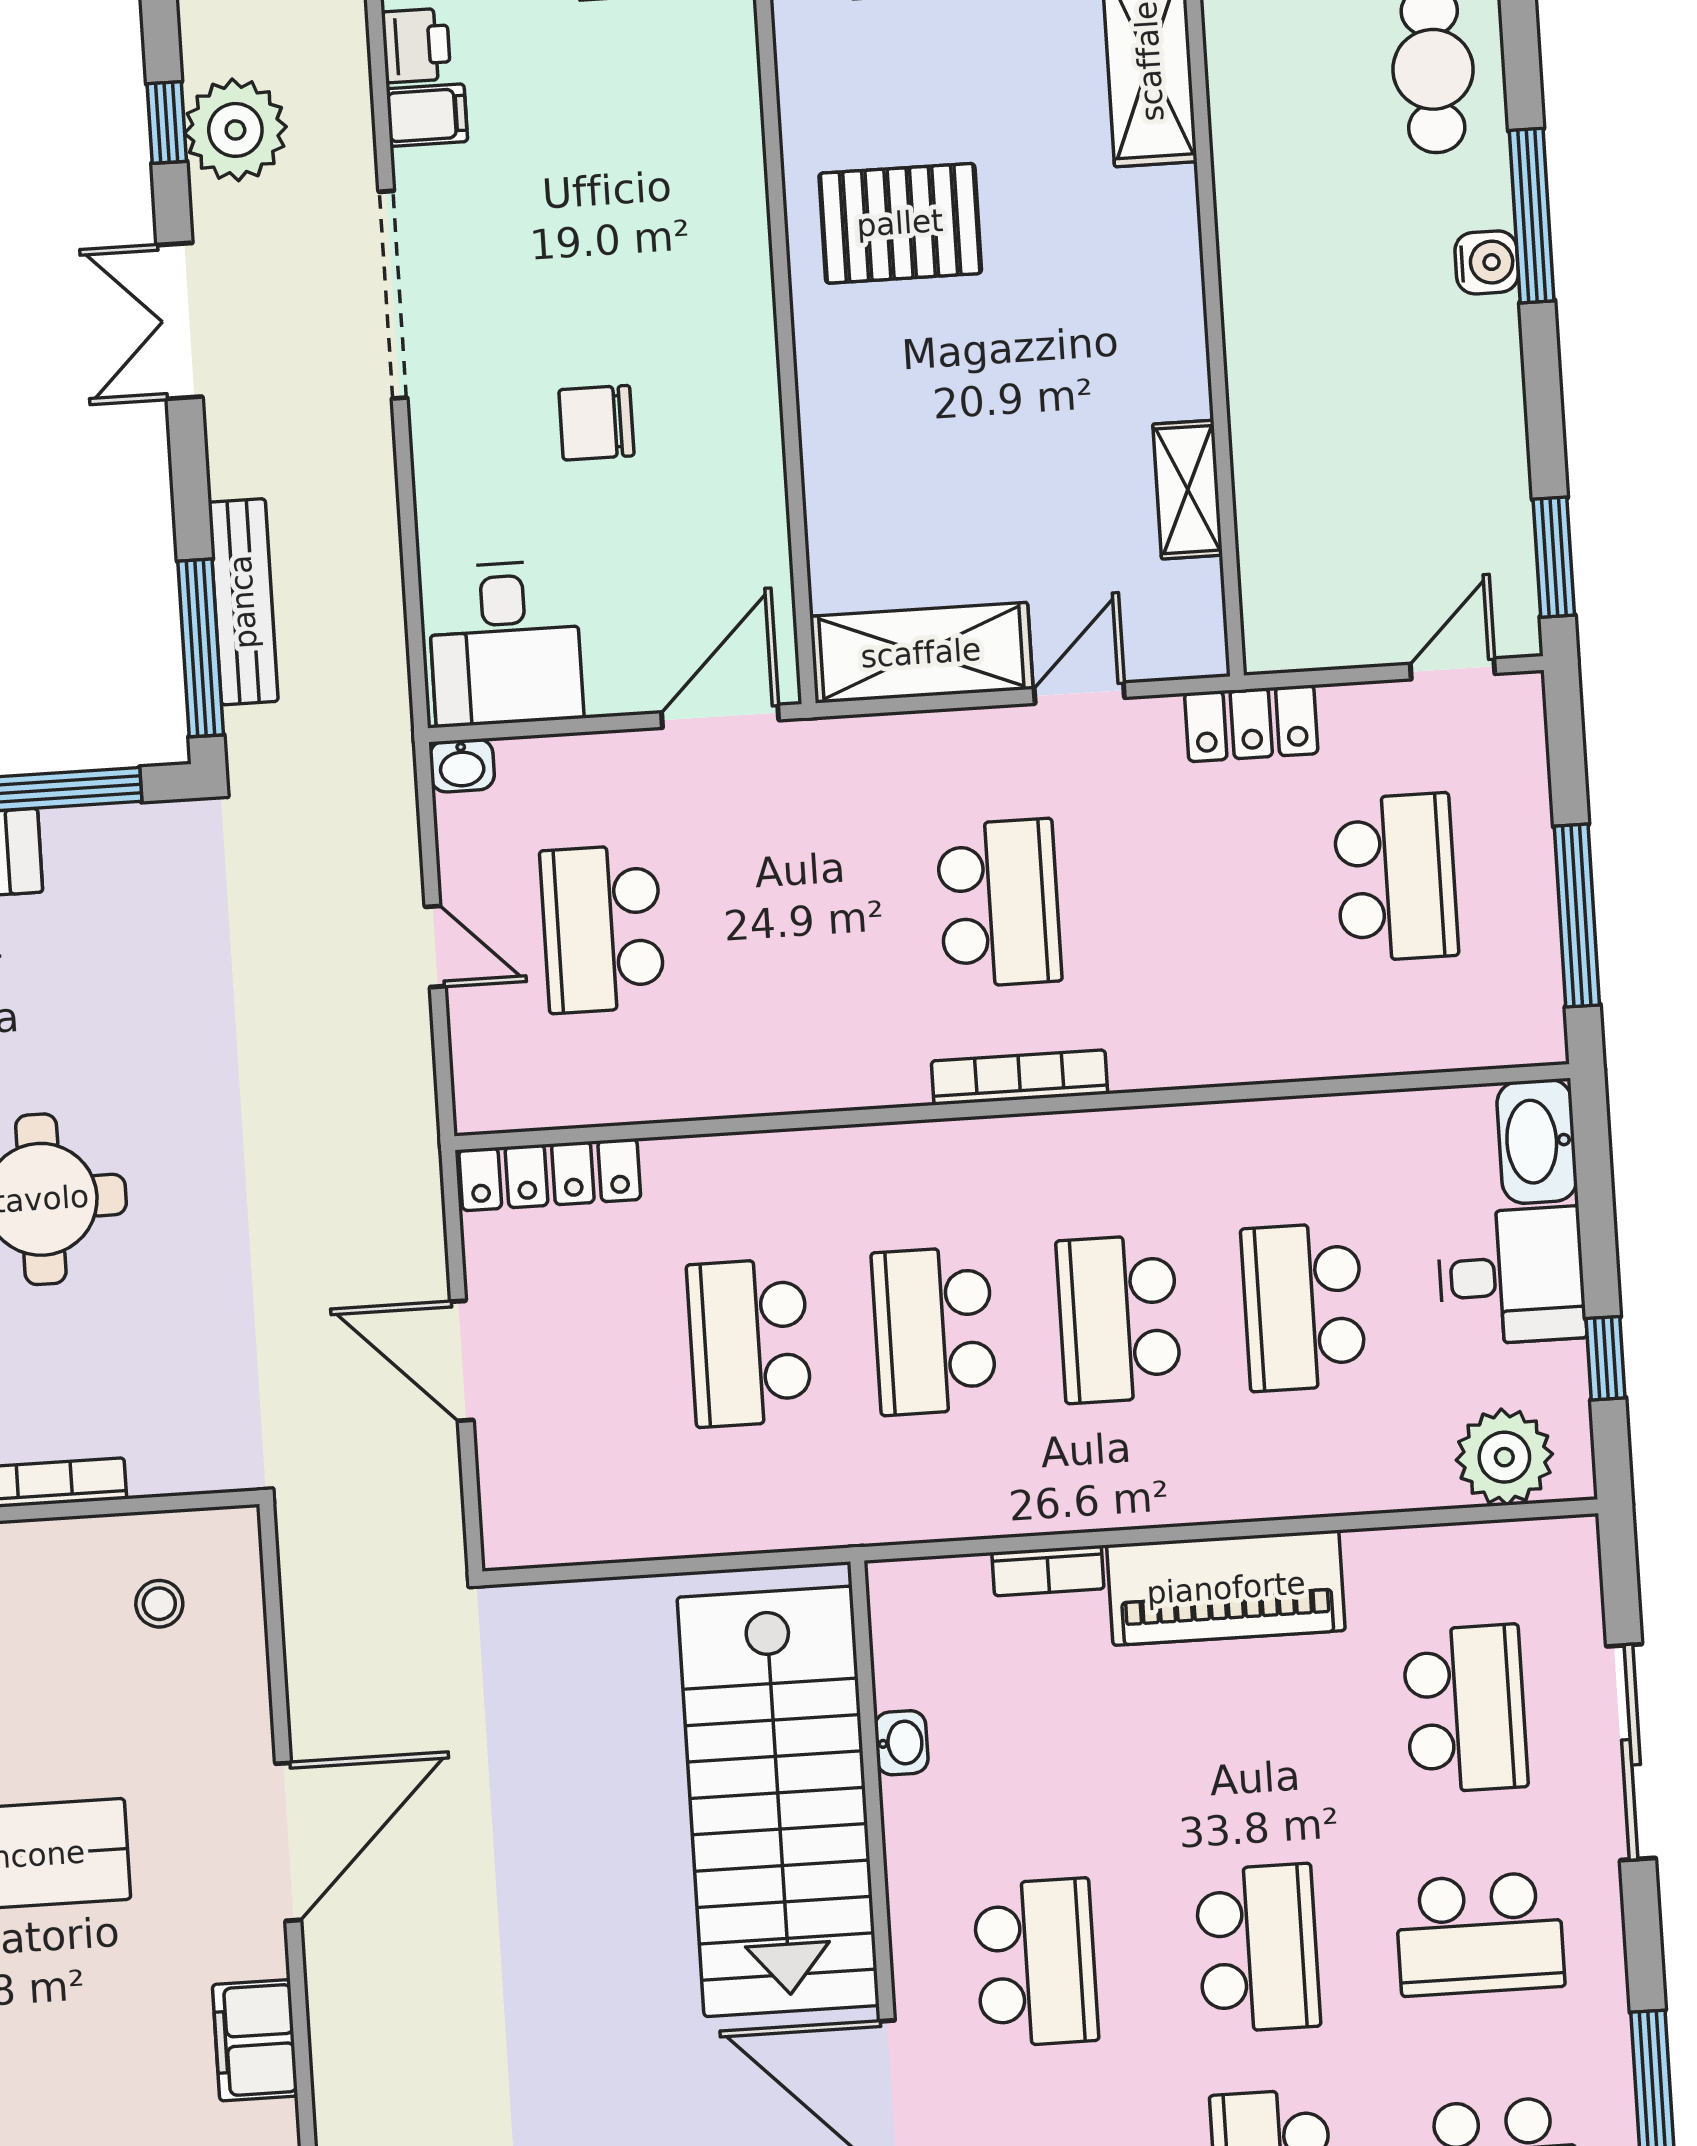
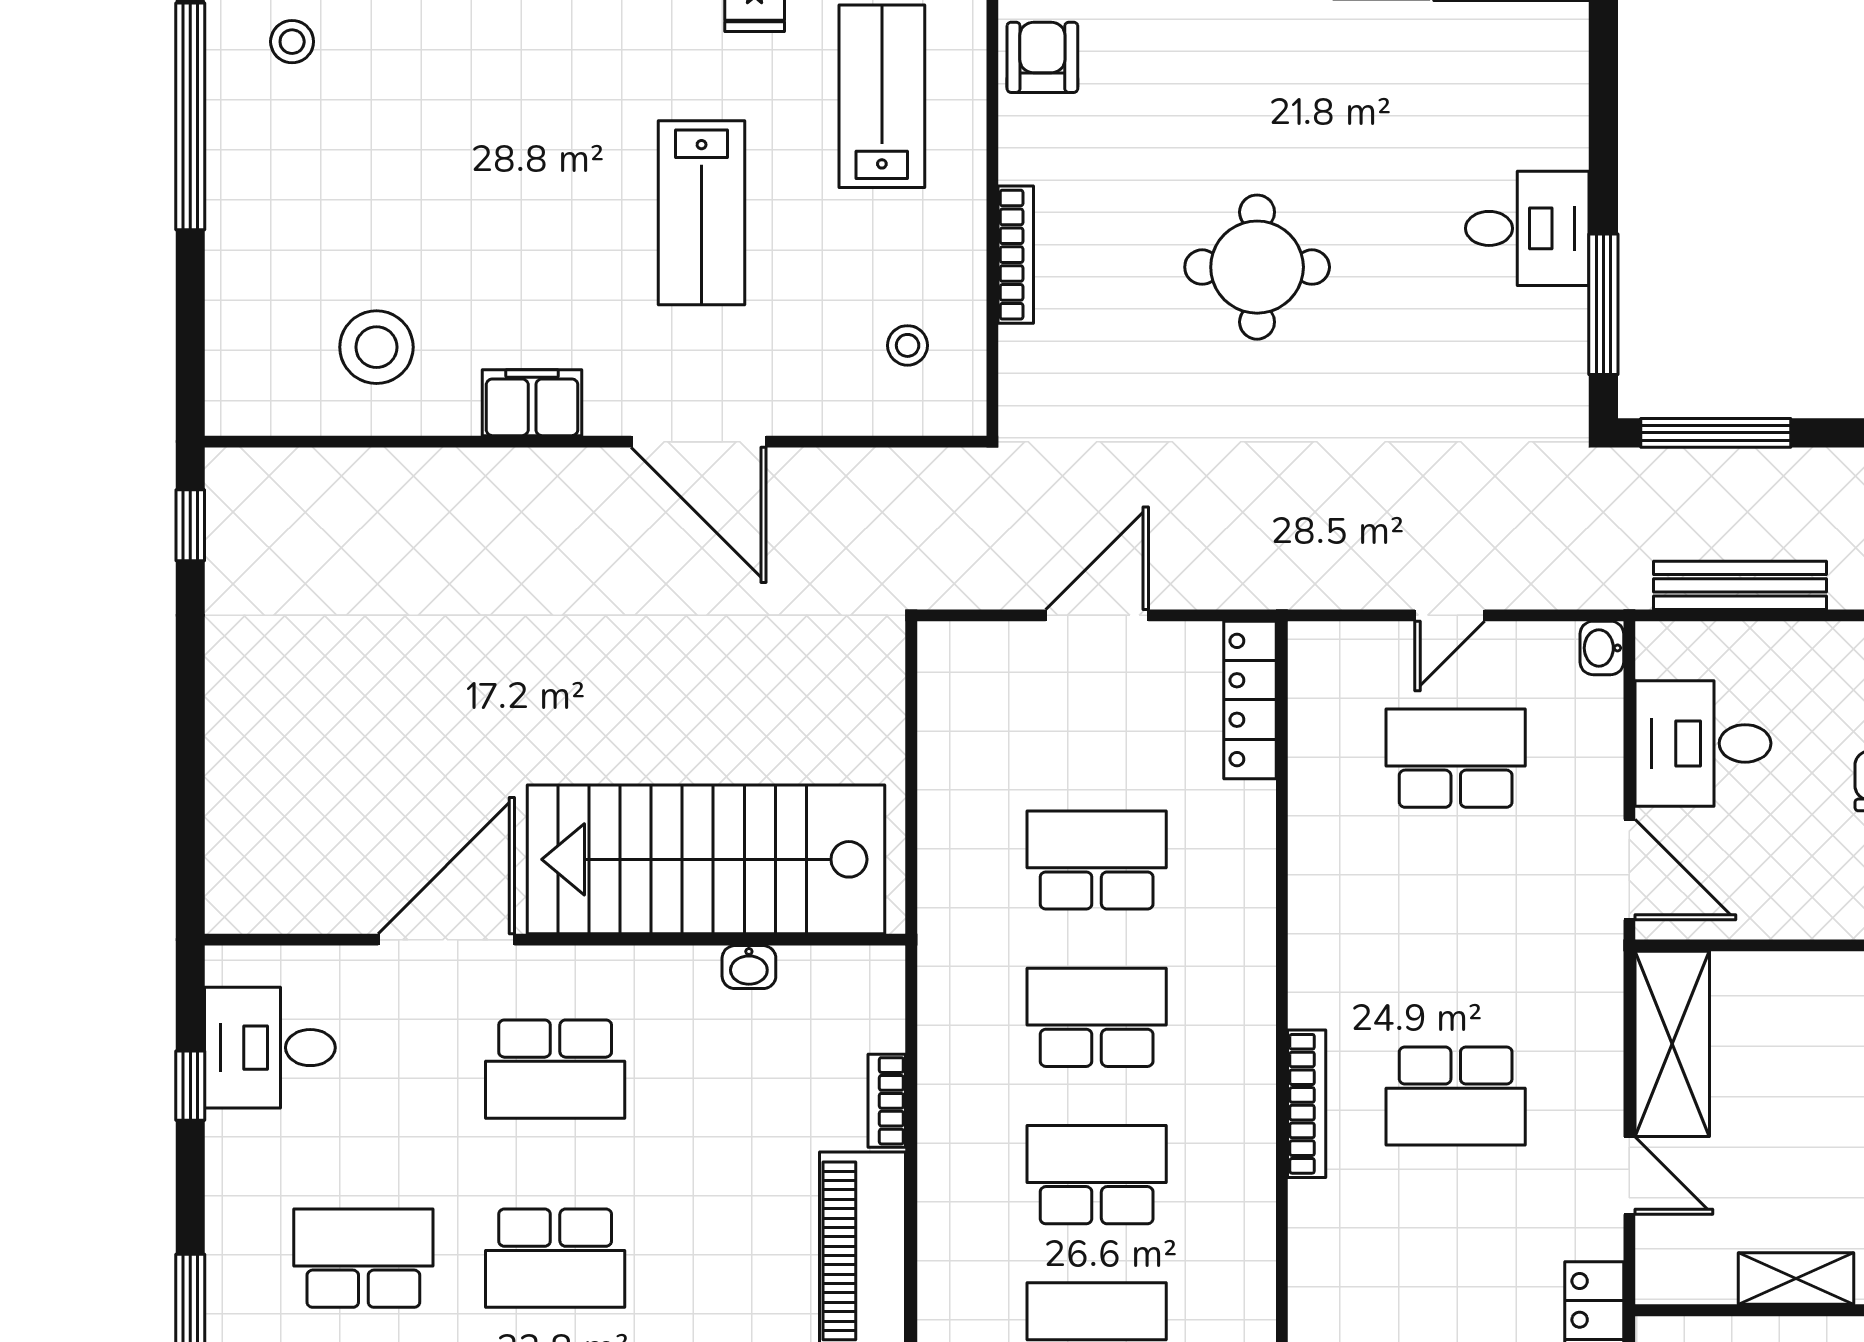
bench: (243, 602) -> (1740, 585), moved
desk: (505, 643) -> (1703, 743), moved

